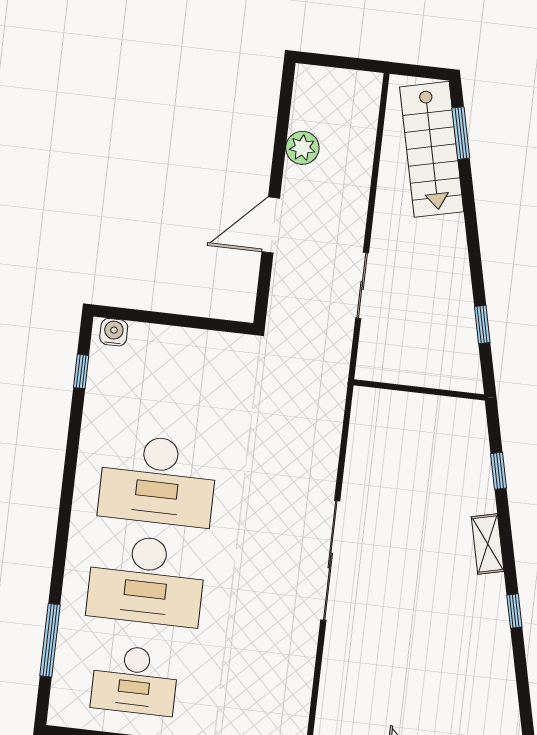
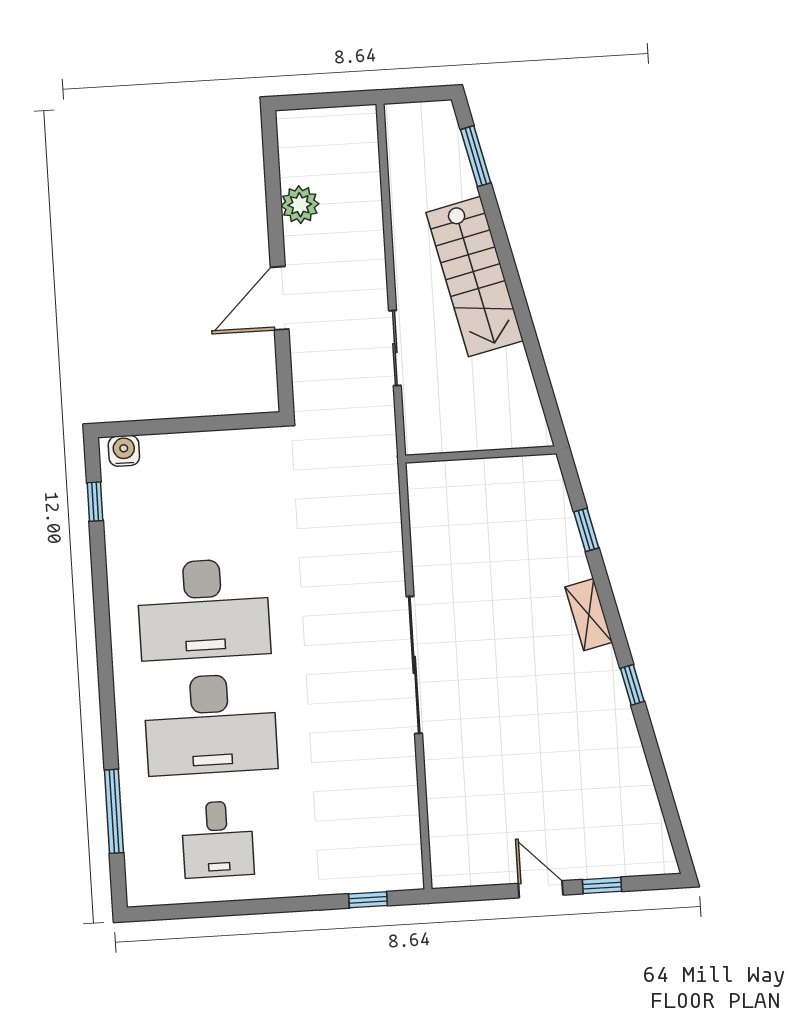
stairs: (432, 149) -> (475, 277), moved
window: (482, 325) -> (538, 368), removed
desk: (135, 680) -> (218, 839), width x0.73

